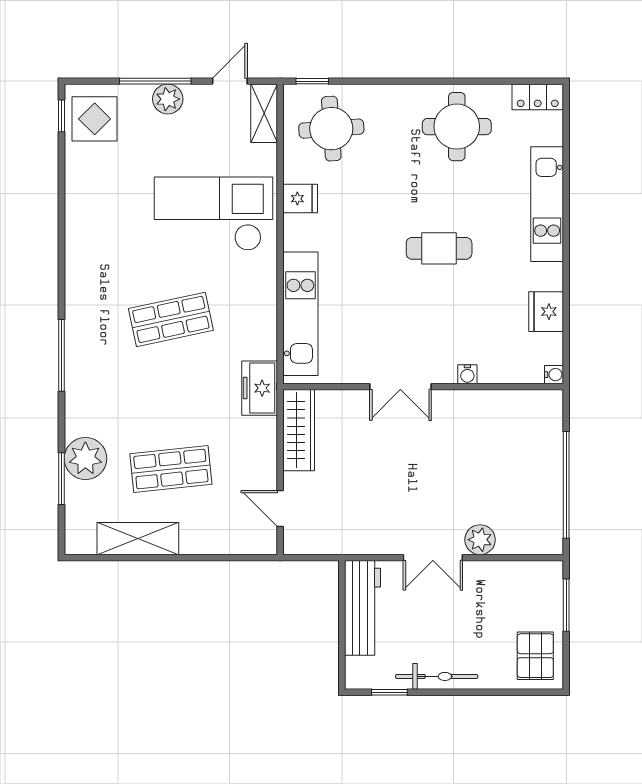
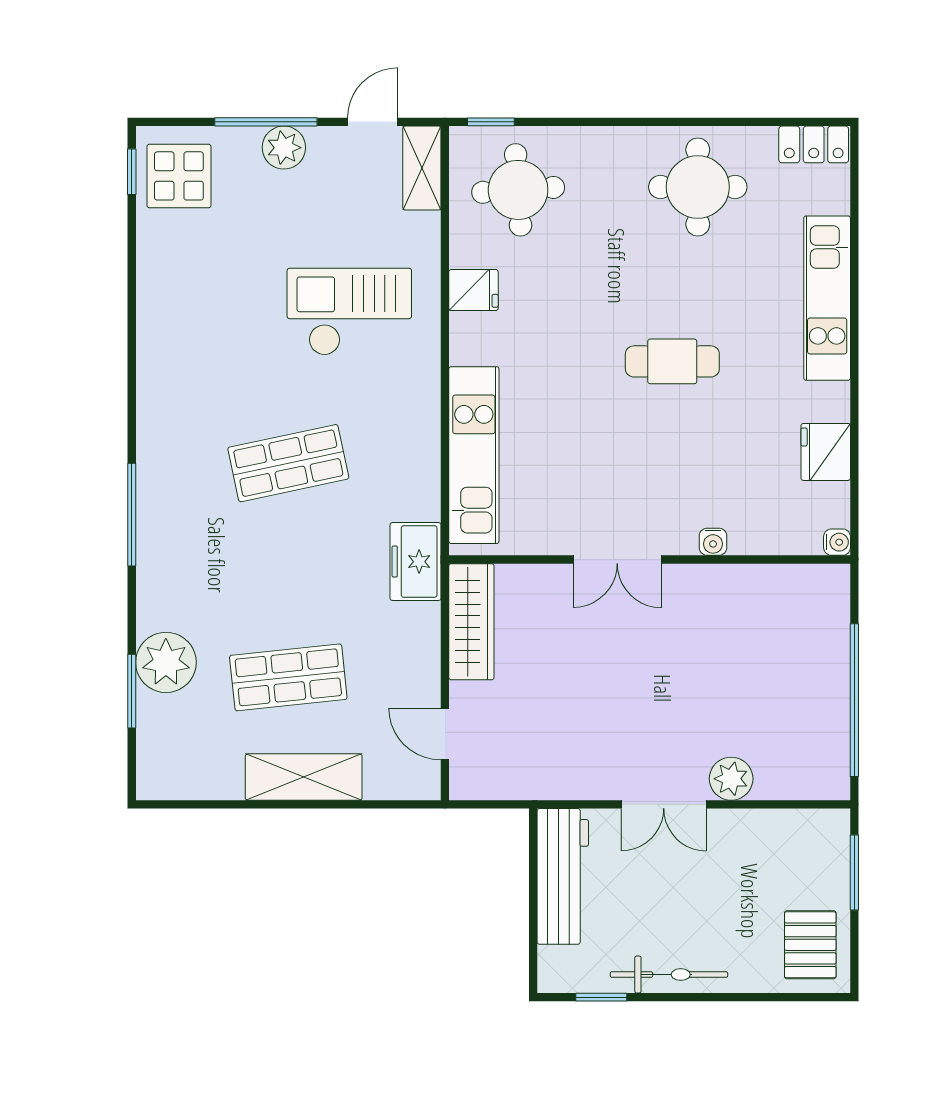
checkout: (213, 214) -> (349, 312), width x0.73, depth x0.83
shelving: (138, 539) -> (304, 777), moved

